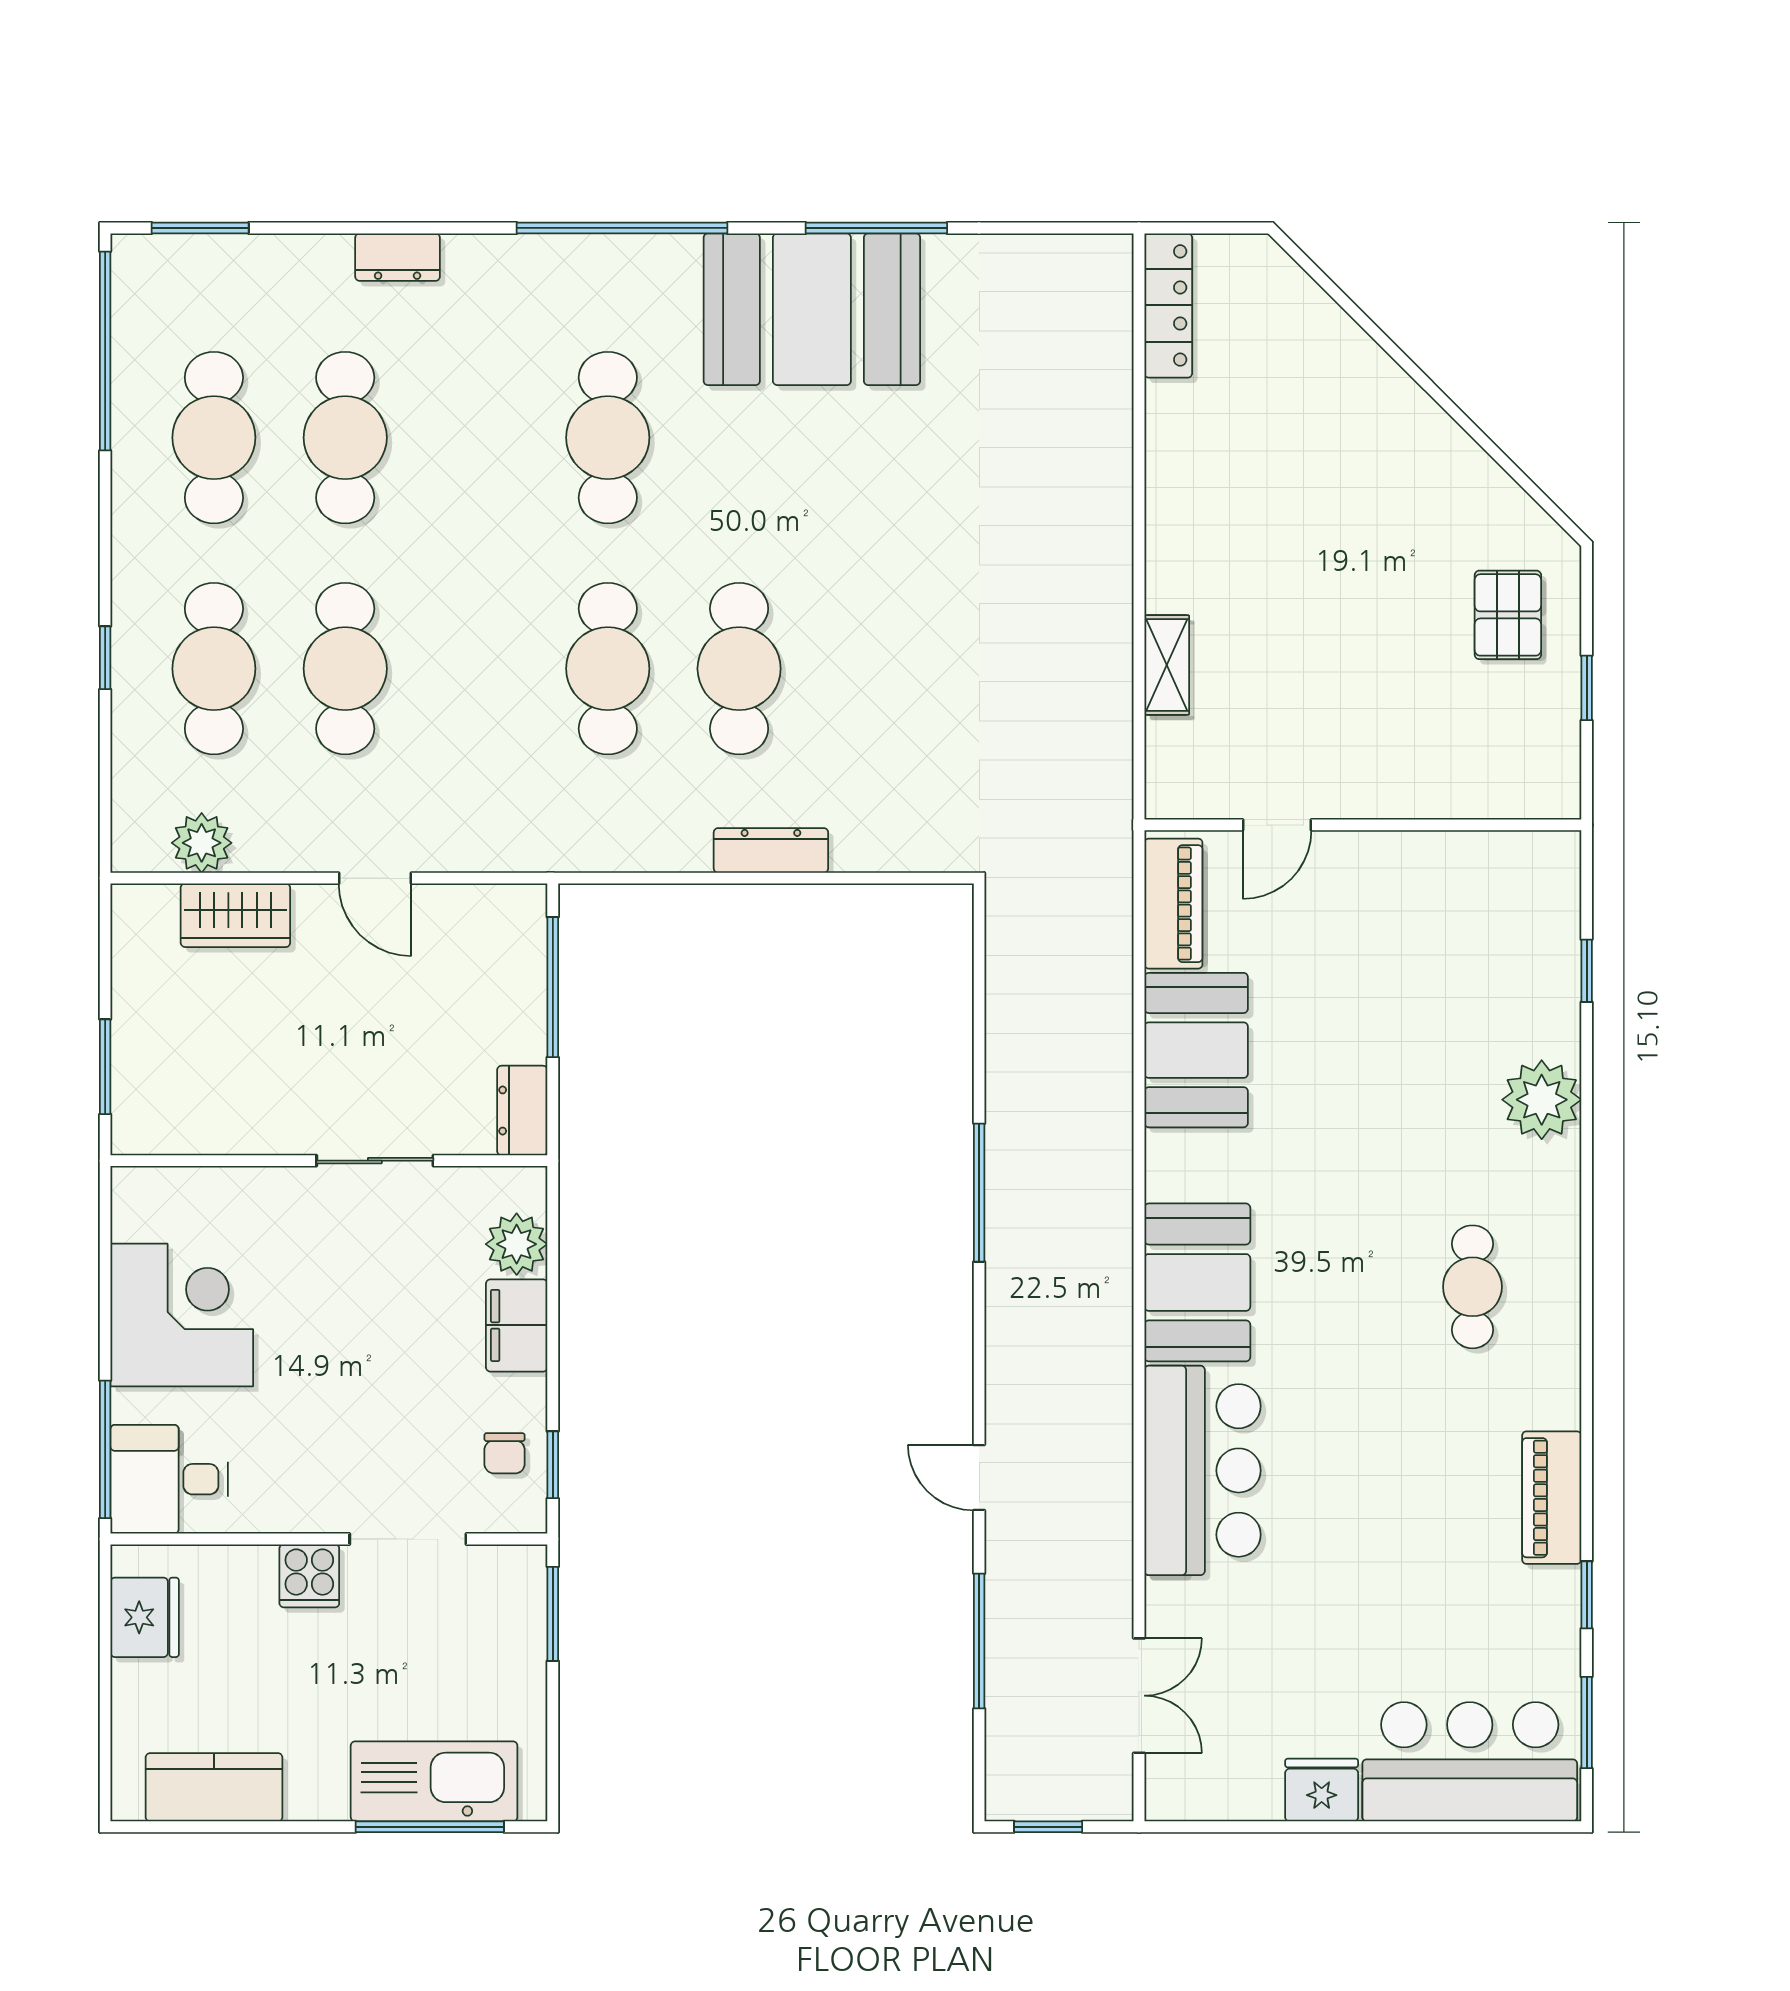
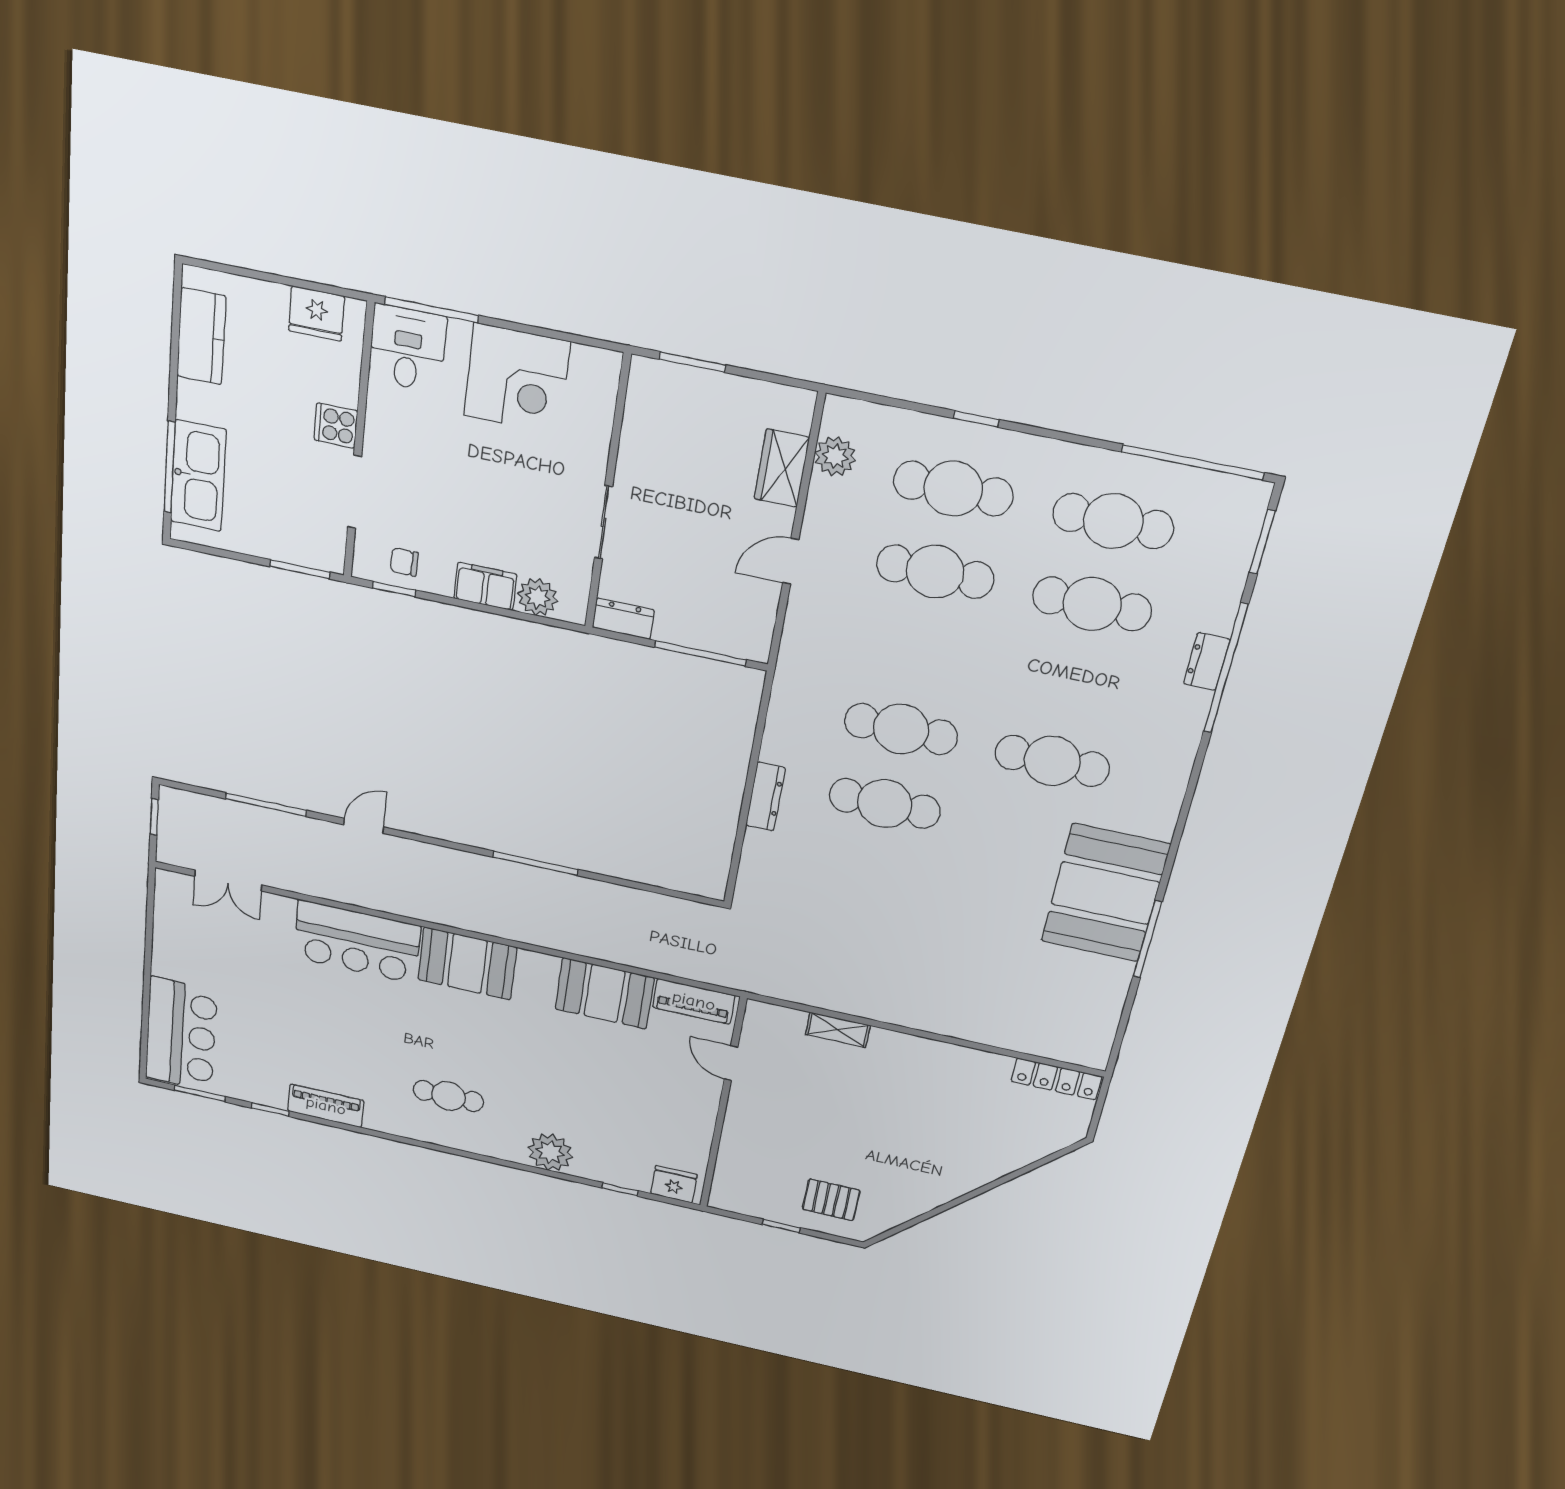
window: (622, 228) -> (1226, 668), moved
fridge: (1322, 1790) -> (674, 1184), moved, turned -90

